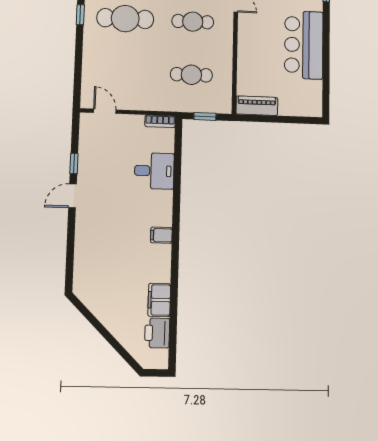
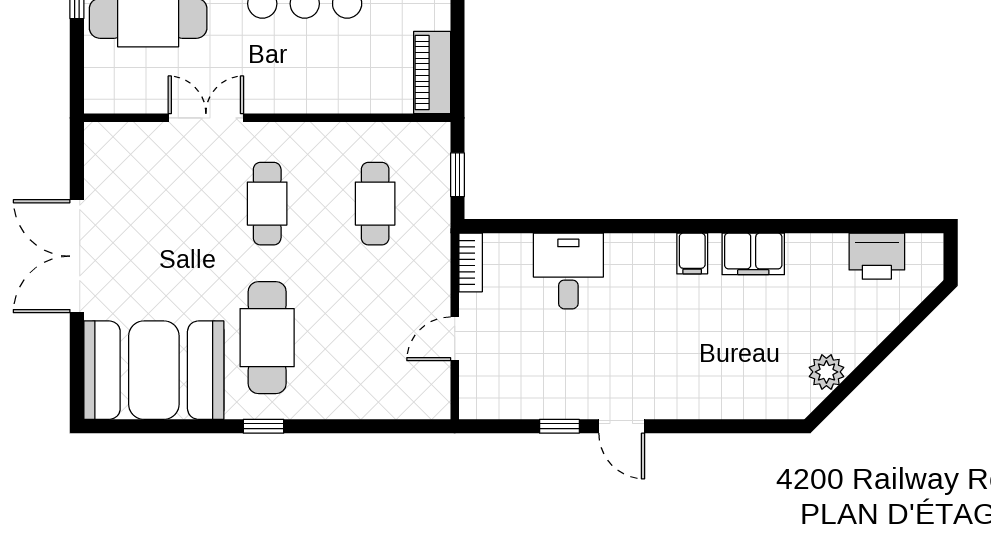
door: (105, 111) -> (455, 339), moved
filing cabinet: (159, 300) -> (753, 254), moved
plant: (97, 305) -> (826, 372), added

